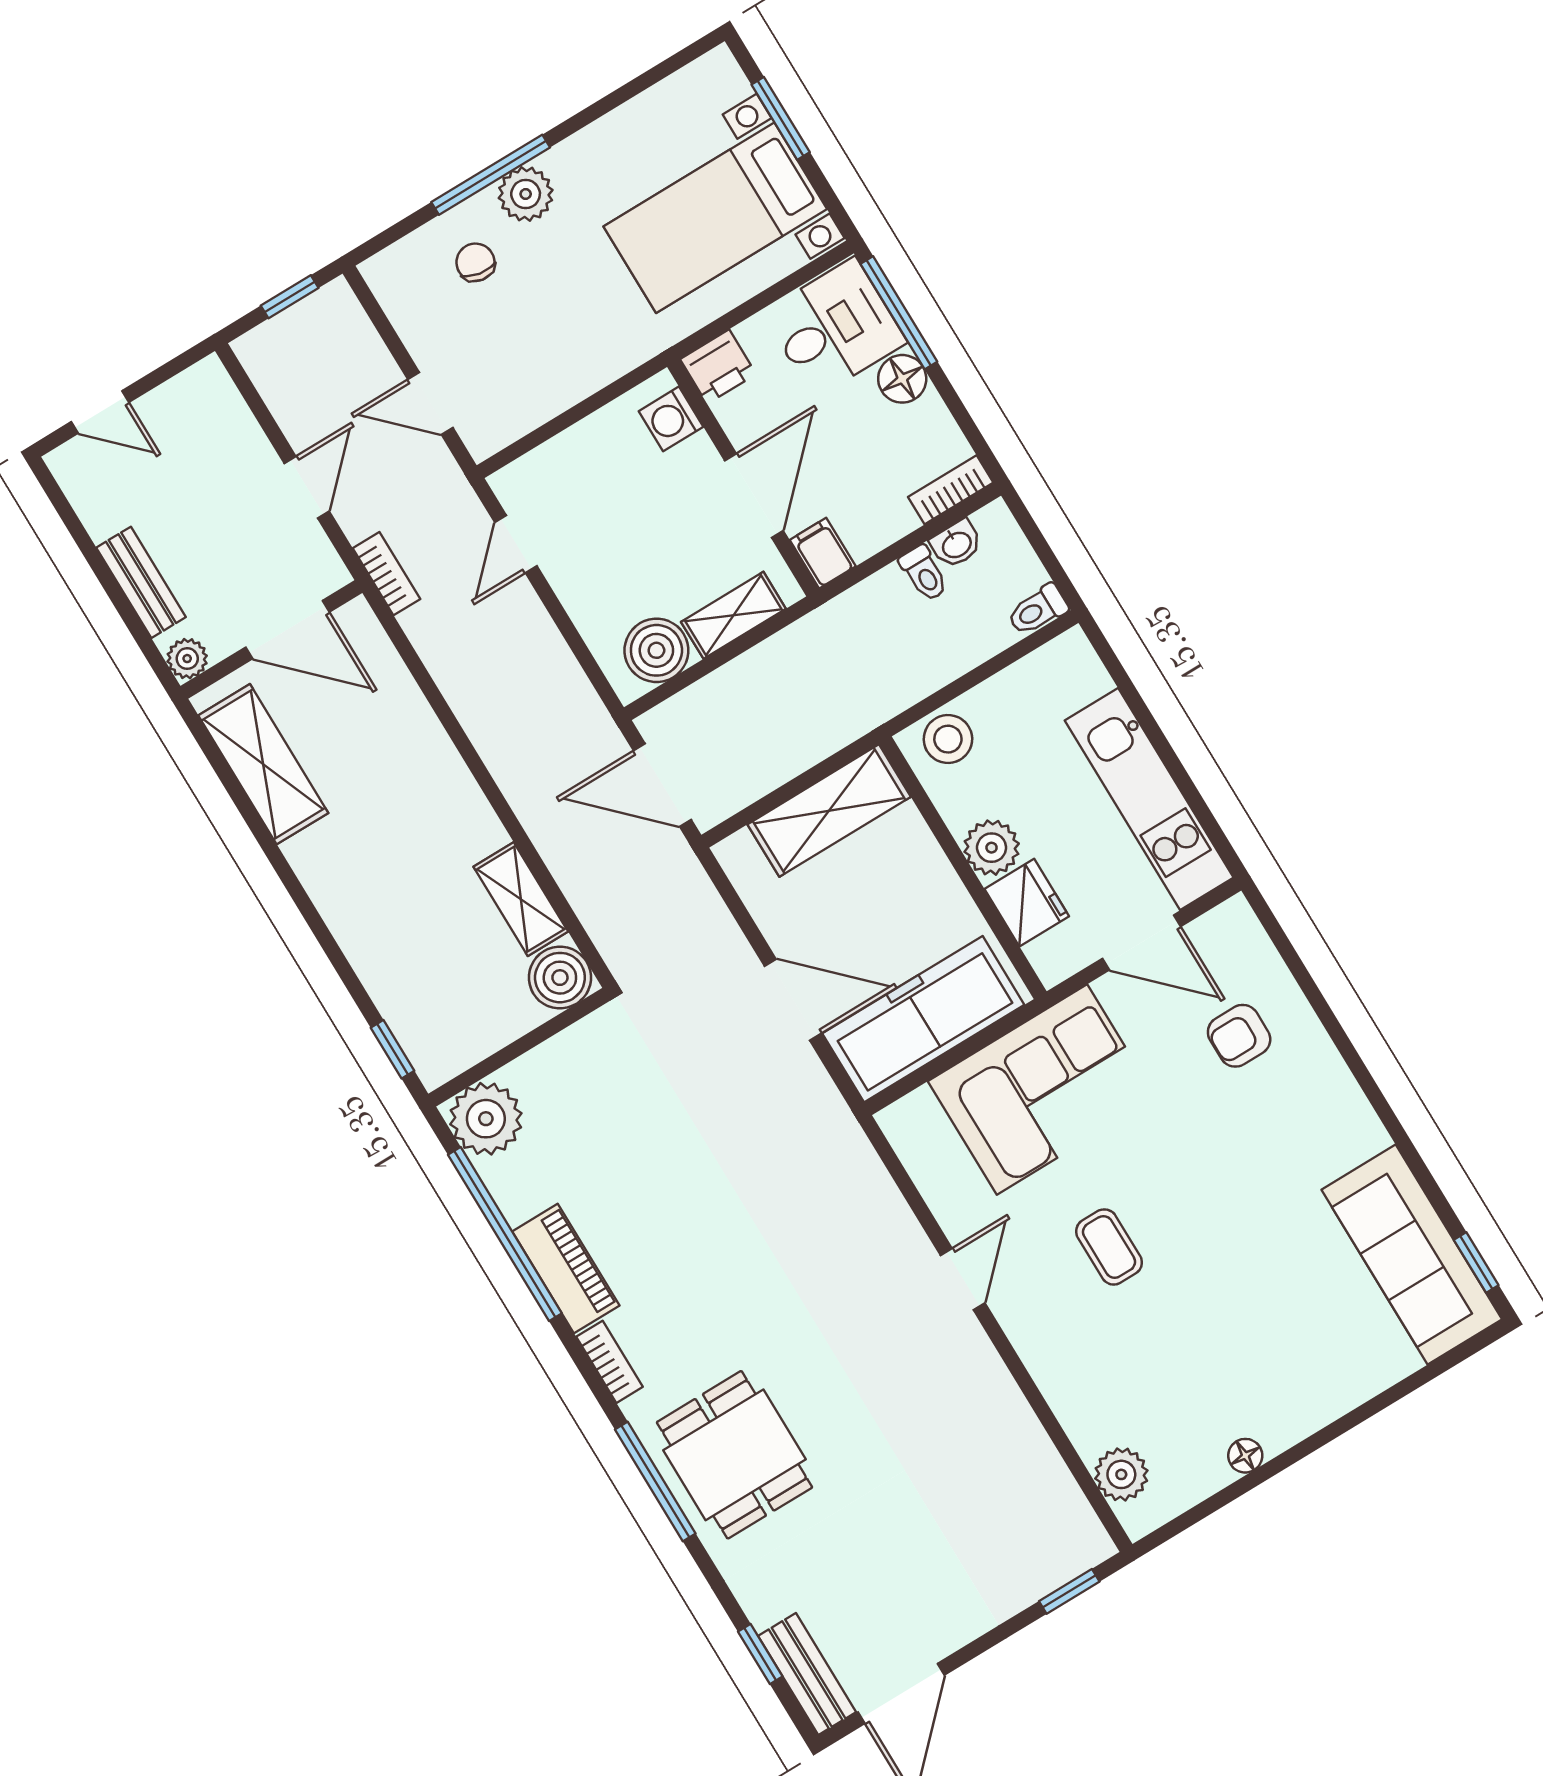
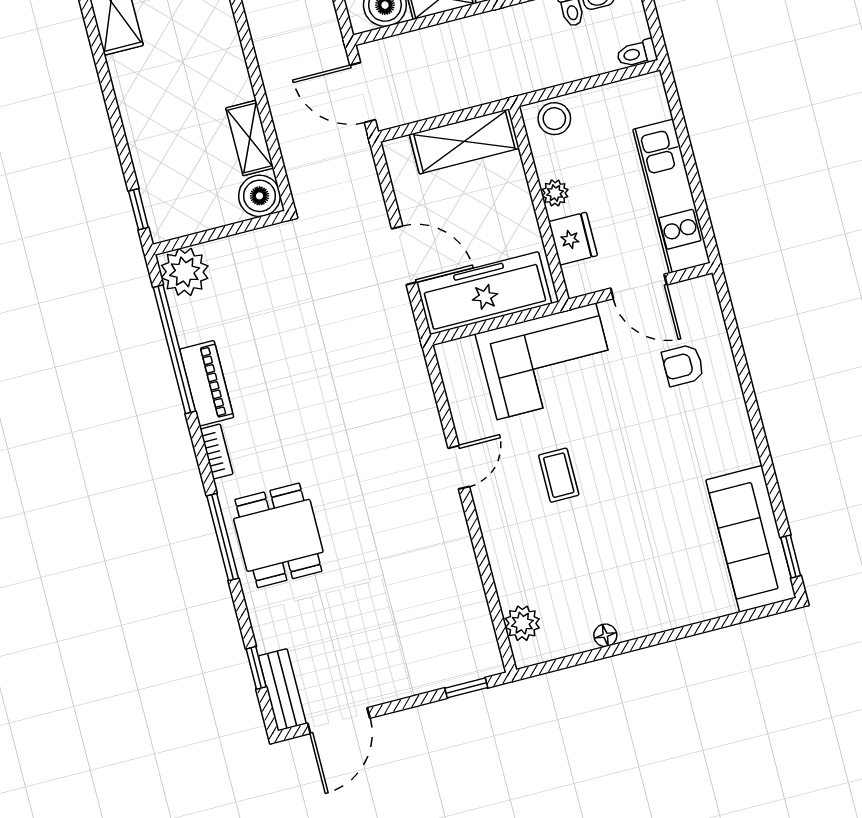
plant: (992, 848) -> (555, 193), width x0.73, depth x0.73

